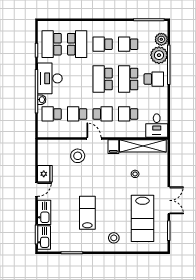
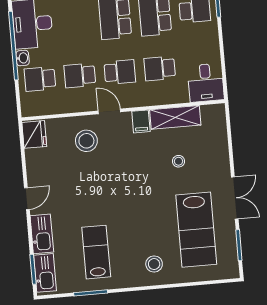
shelving: (143, 146) -> (175, 117), width x0.68
fridge: (45, 174) -> (34, 134), moved
lab bench: (87, 213) -> (96, 252), moved

